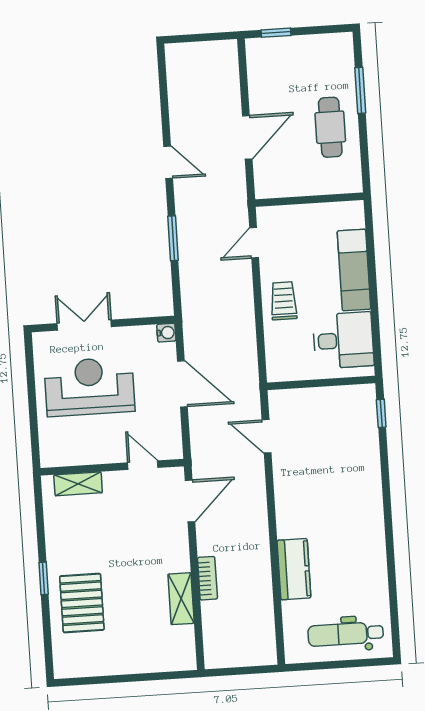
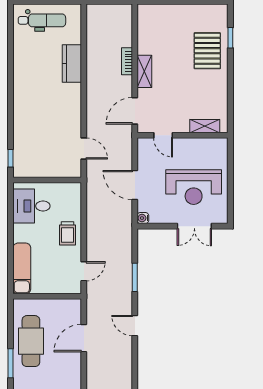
cafe table: (330, 127) -> (31, 341), width x1.37, depth x1.35
exam couch: (354, 270) -> (22, 268), moved
window: (44, 578) -> (230, 38), moved
shelving: (181, 599) -> (144, 71), moved

